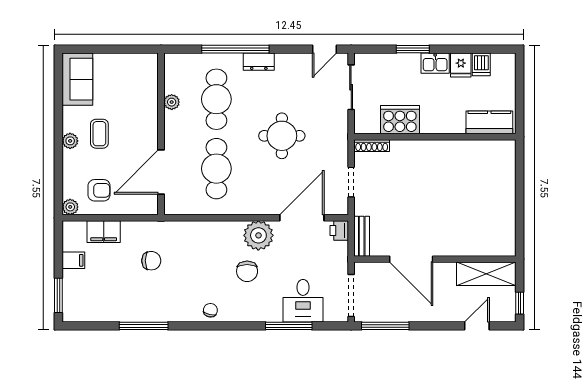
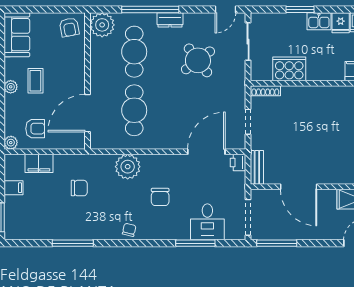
armchair: (139, 70) -> (69, 27), added
plant: (172, 102) -> (102, 25), moved, width x1.87, depth x1.87
round table: (282, 136) -> (198, 60), moved, turned -37
plant: (258, 235) -> (128, 167), moved

